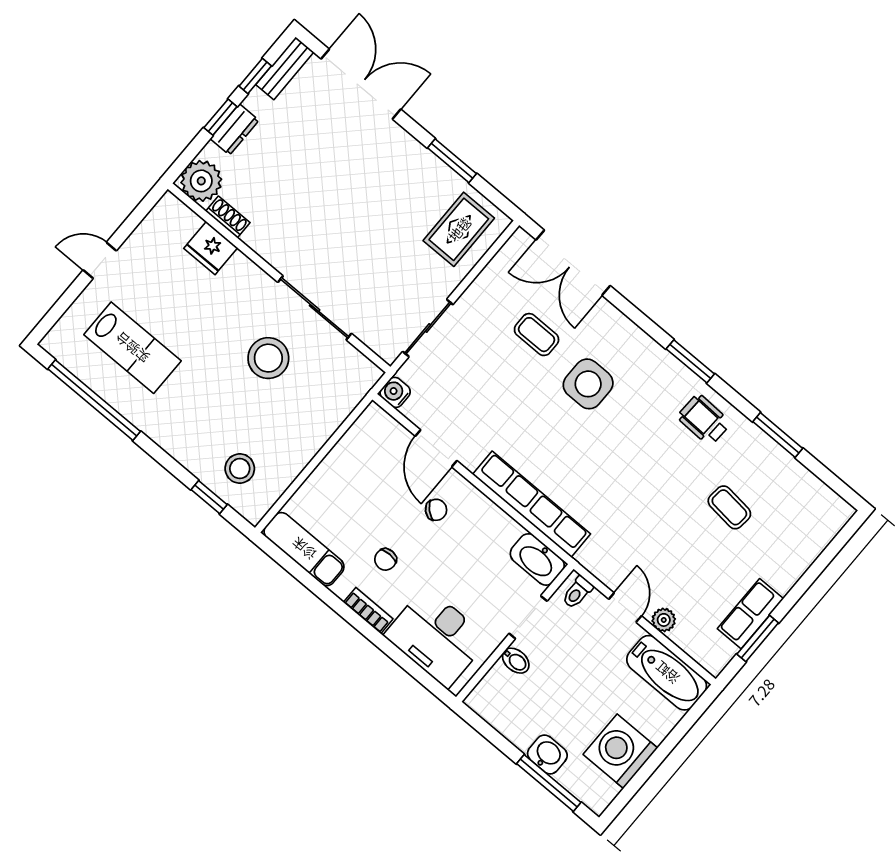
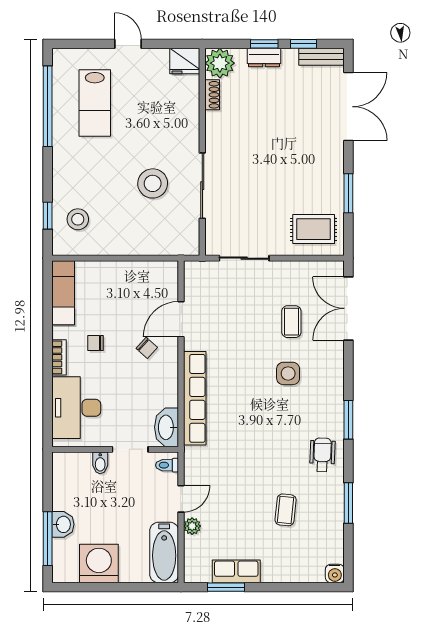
fridge: (211, 248) -> (185, 61), moved, turned -90
side table: (588, 384) -> (288, 373), width x0.73, depth x0.73
water cooler: (395, 392) -> (335, 573), moved, turned 180

